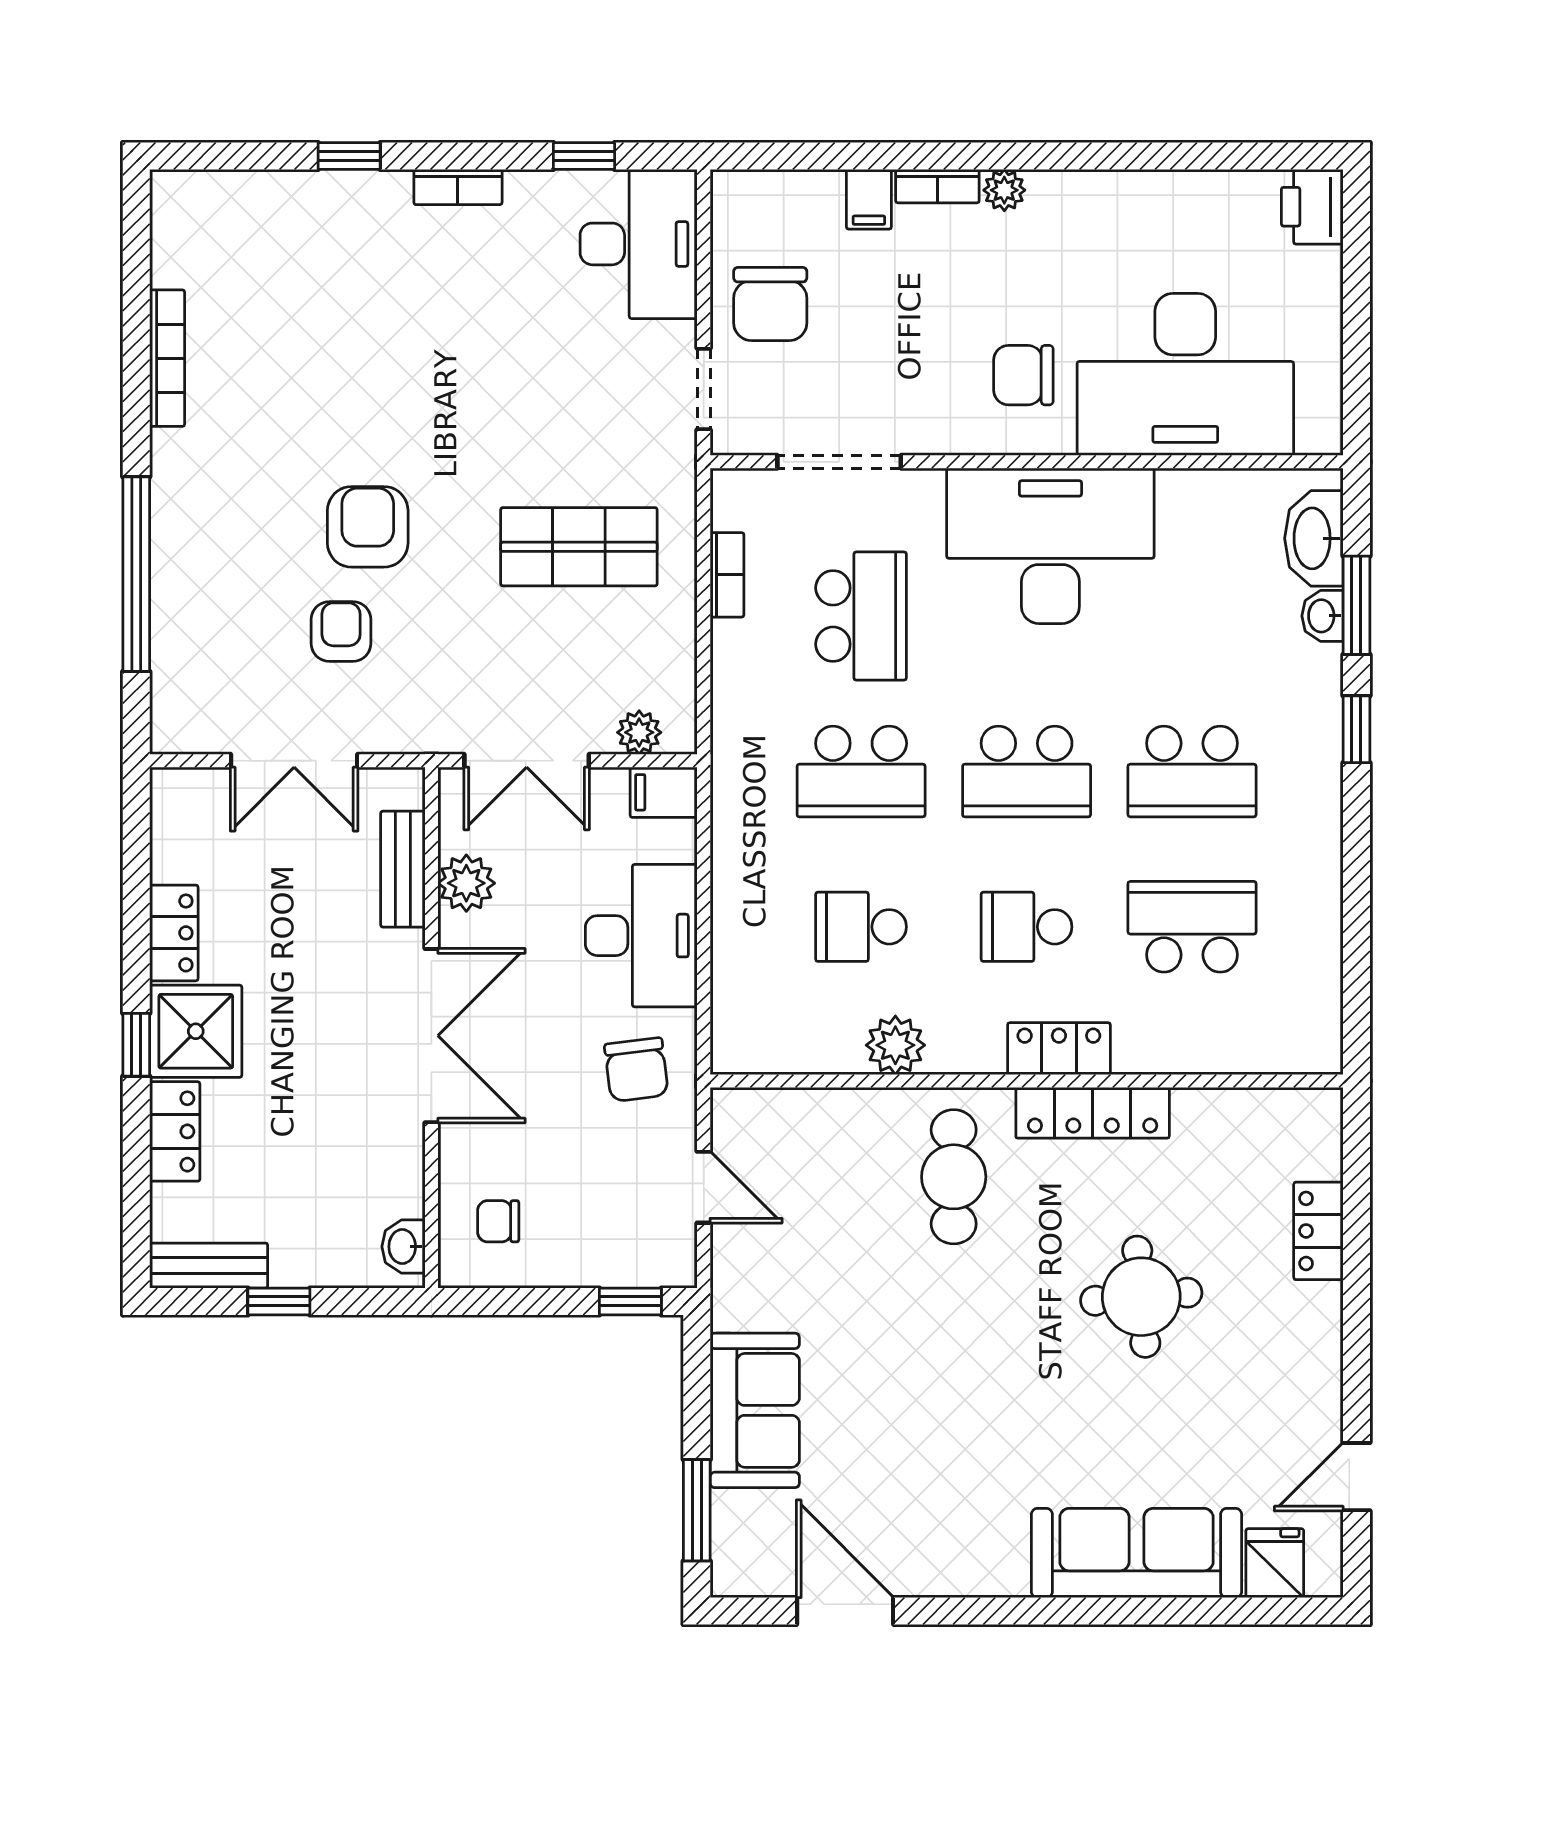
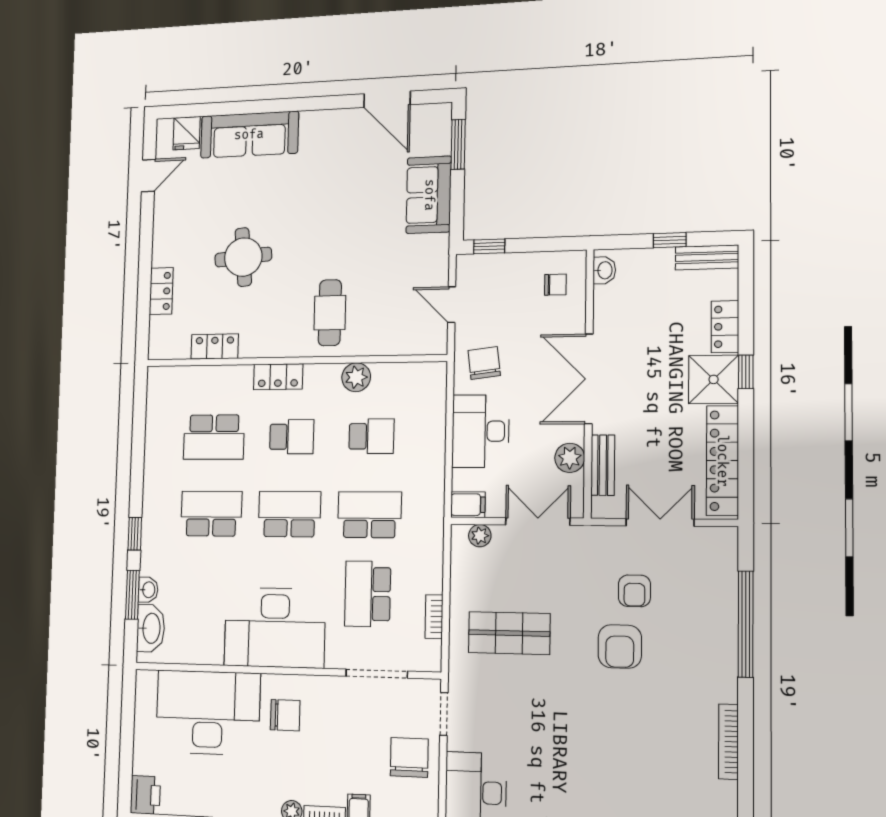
locker: (174, 933) -> (722, 461), width x2.16, depth x1.21
locker: (1093, 1113) -> (215, 346), moved, width x0.66

